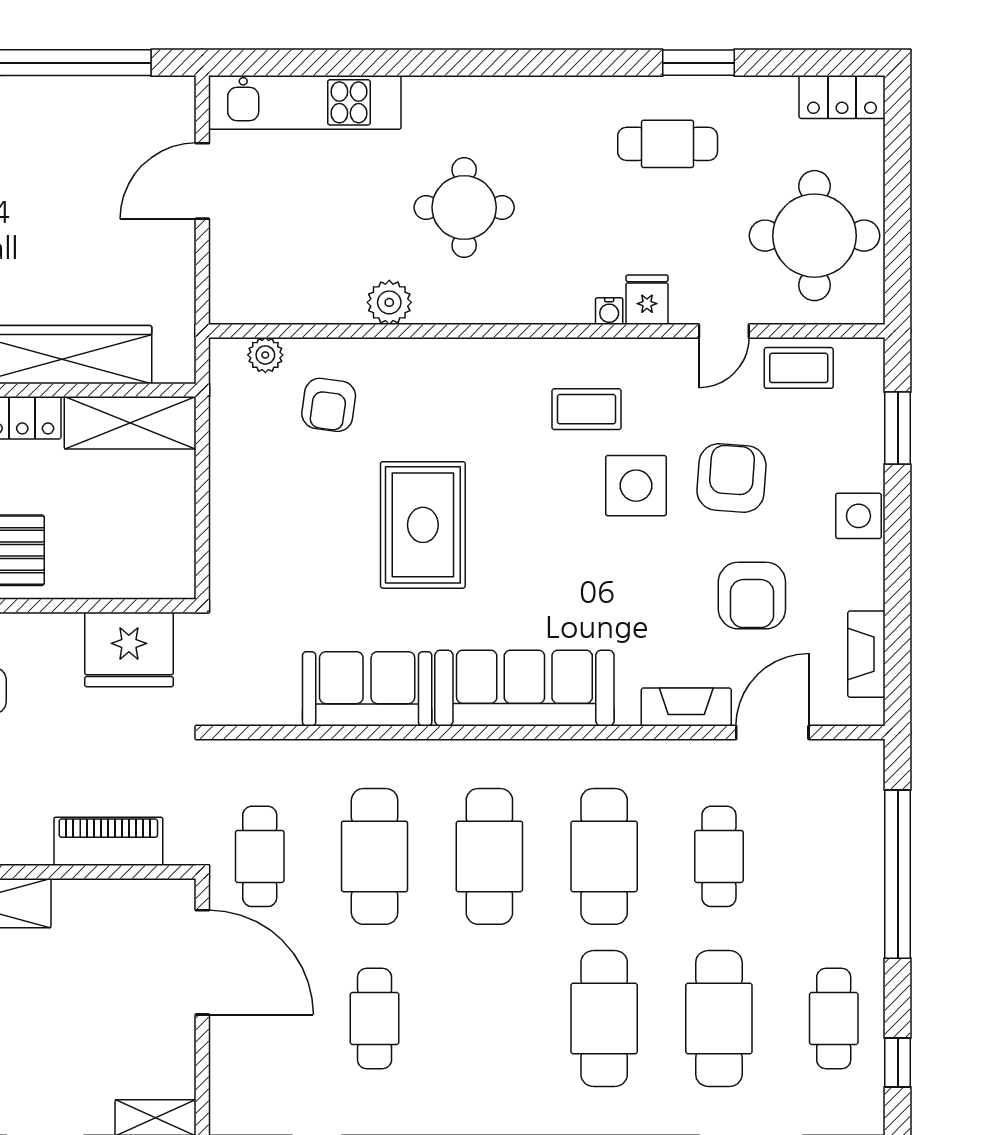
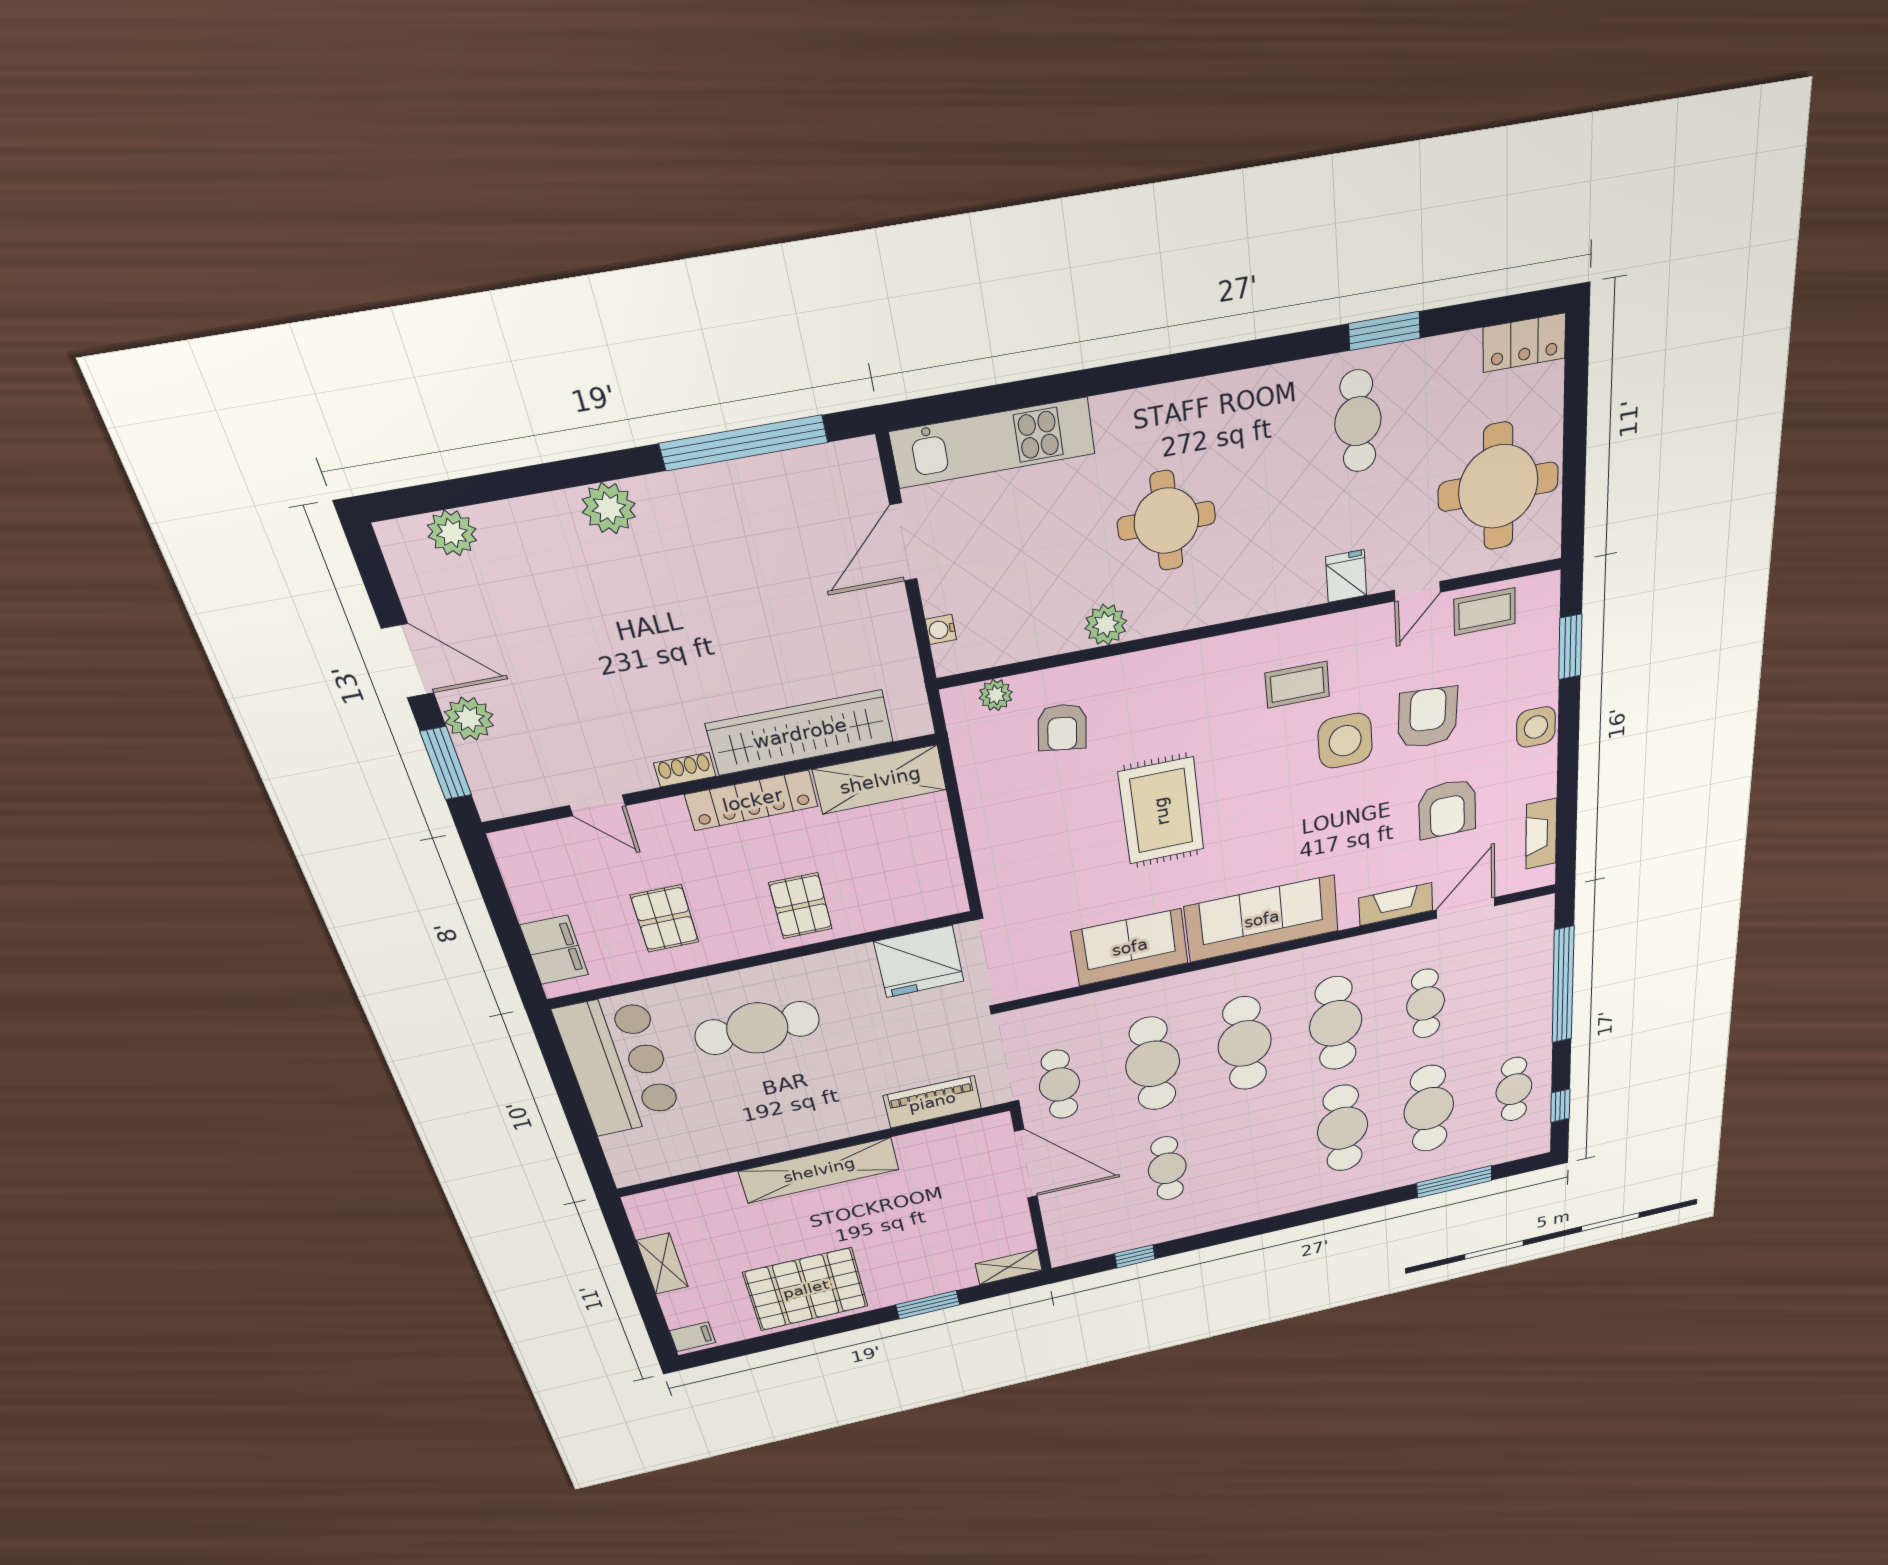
cafe table: (668, 144) -> (1358, 421), turned 90
water cooler: (609, 311) -> (941, 629), moved, turned 90

